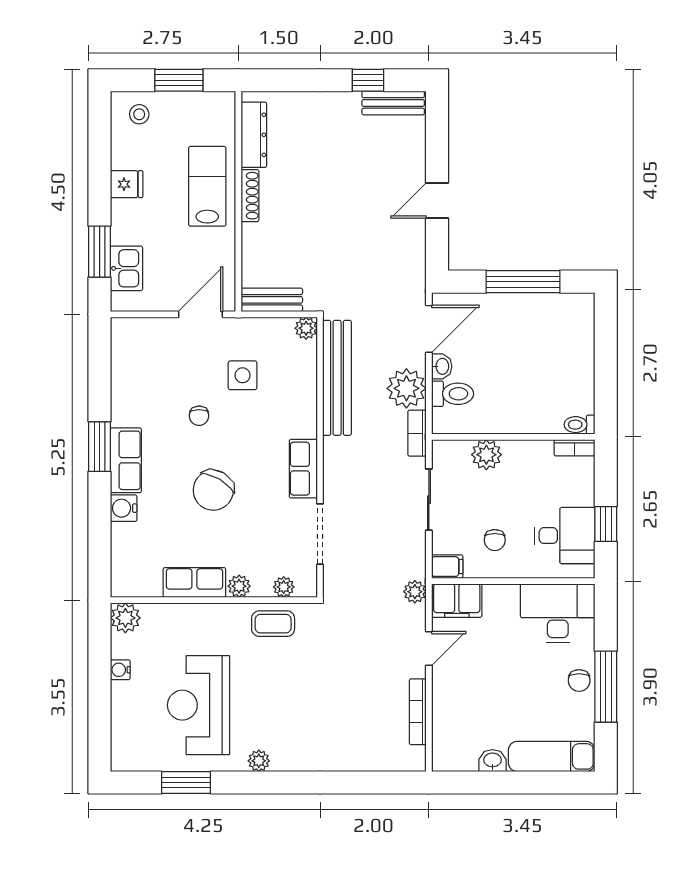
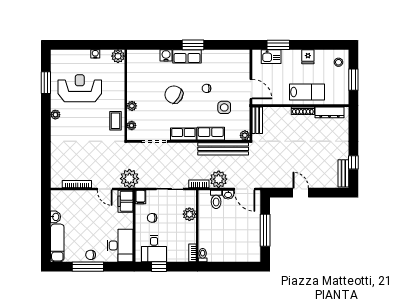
row of seats: (194, 582) -> (211, 134), moved, turned -90
plant: (415, 592) -> (129, 179), width x1.88, depth x1.88

